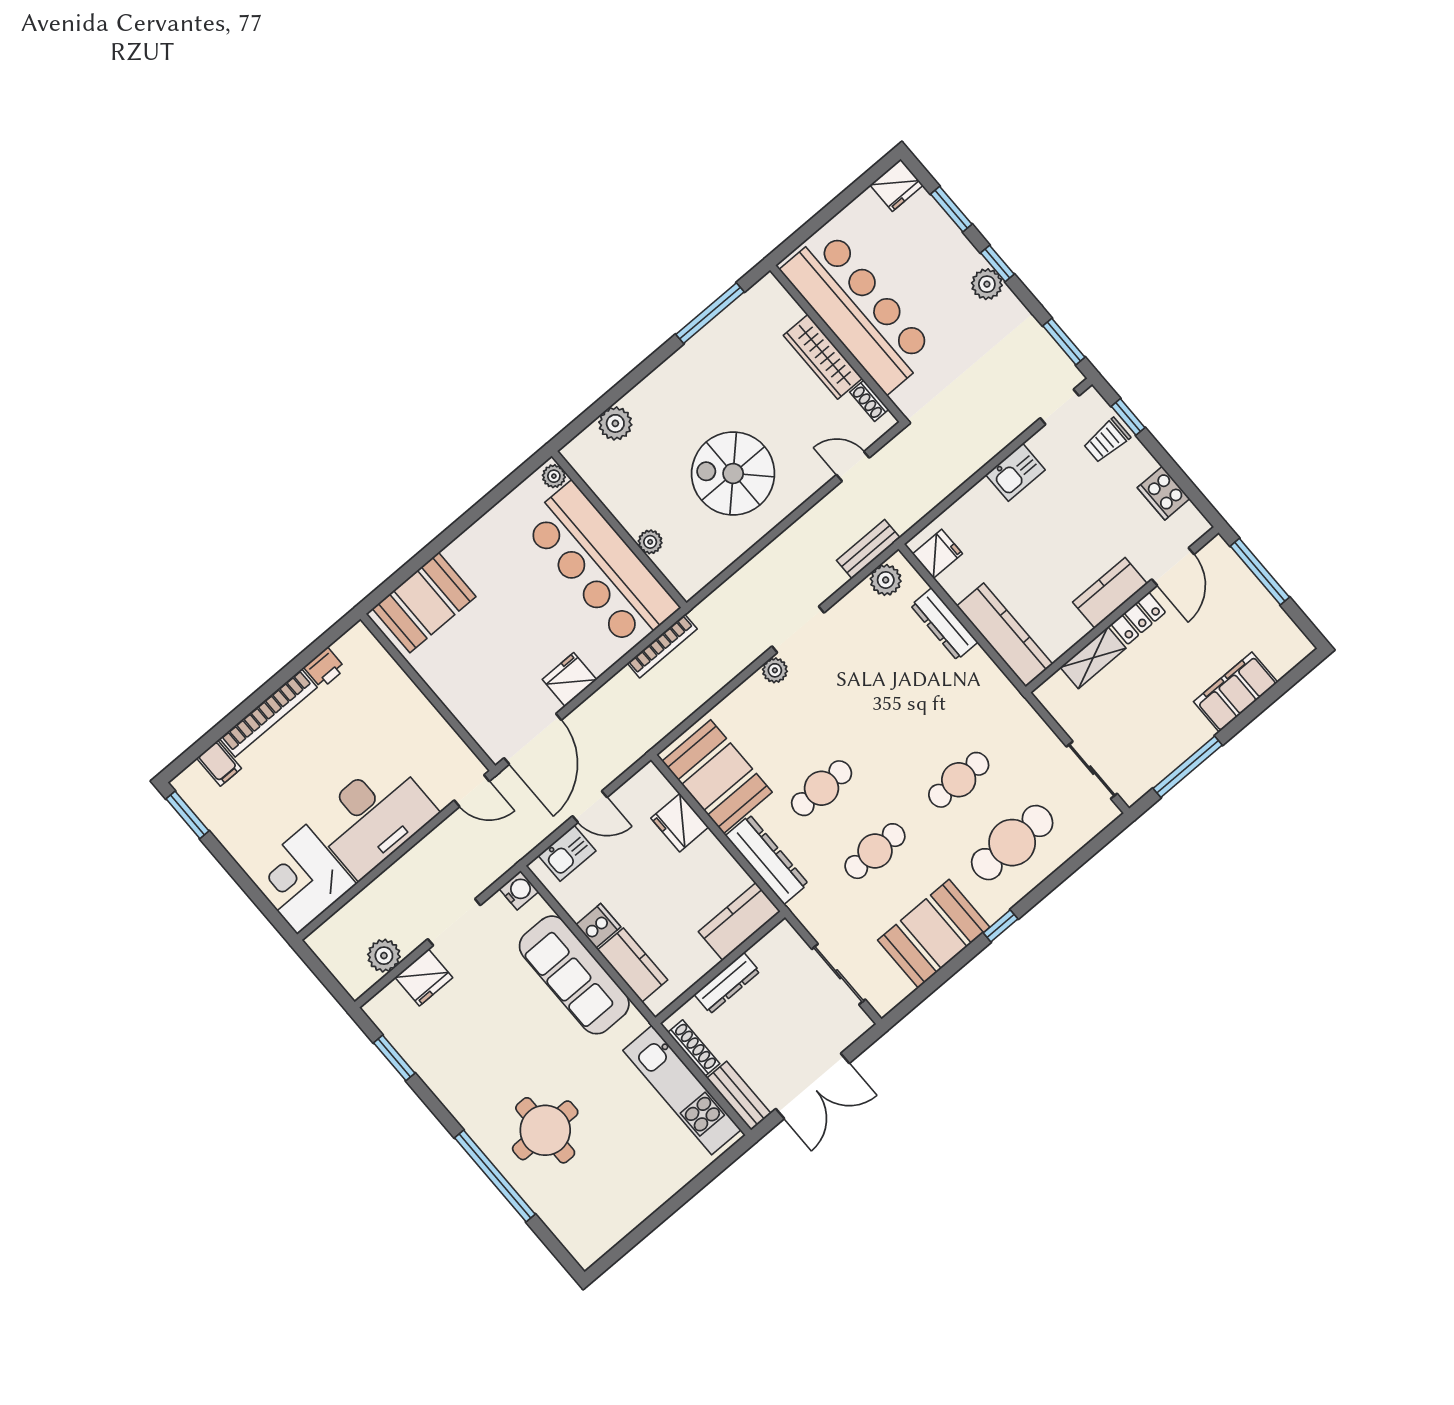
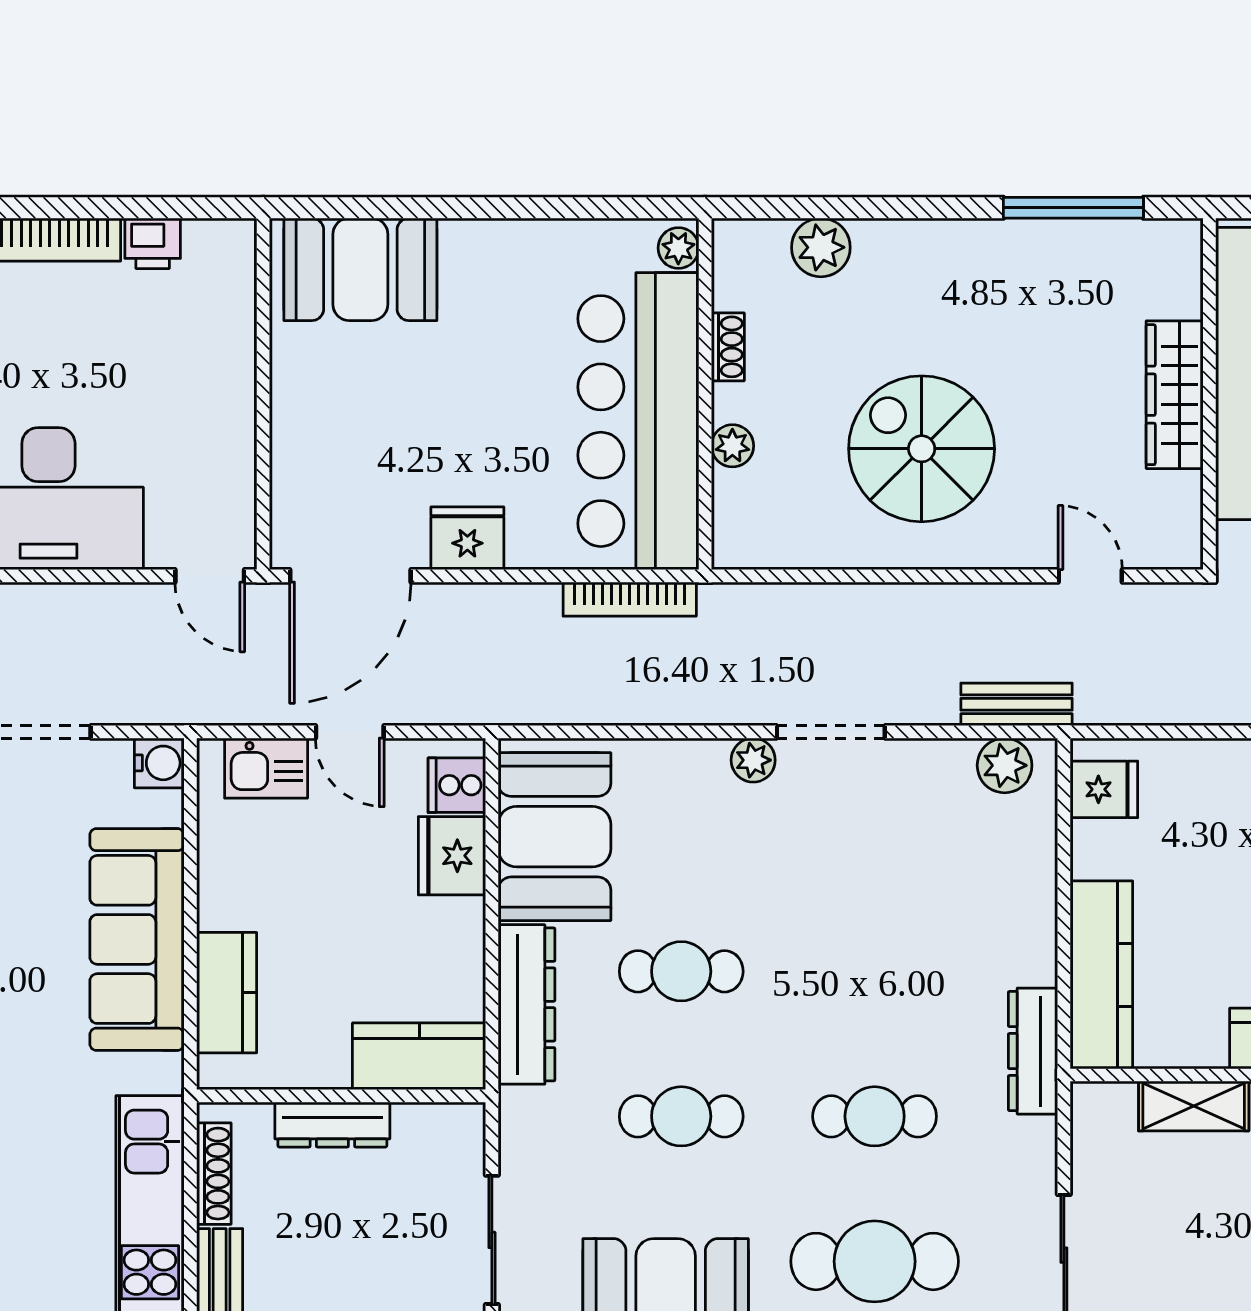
shoe rack: (869, 401) -> (728, 347), moved, turned 180
dresser: (944, 624) -> (1033, 1051), moved
cooker: (598, 926) -> (457, 785), moved, turned 180

